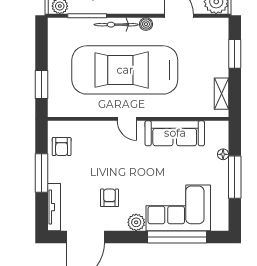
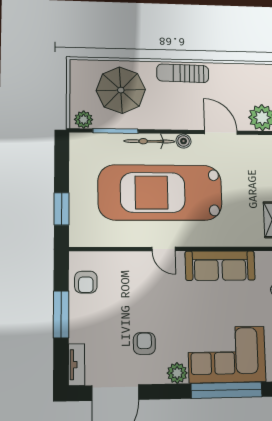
tv unit: (54, 207) -> (77, 365), width x0.71

